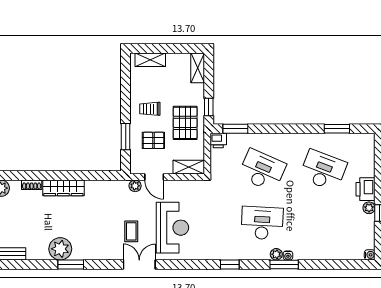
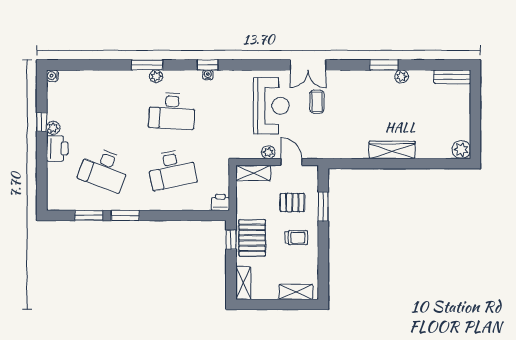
pallet: (185, 123) -> (252, 238), moved
window: (235, 129) -> (125, 215), moved
desk: (262, 170) -> (172, 169), turned -36
shoe rack: (32, 185) -> (427, 153), removed
plant: (135, 186) -> (268, 152), moved
reception desk: (172, 228) -> (271, 106), turned 180
plant: (60, 249) -> (402, 76), width x0.53, depth x0.53
water cooler: (288, 256) -> (208, 75), moved

